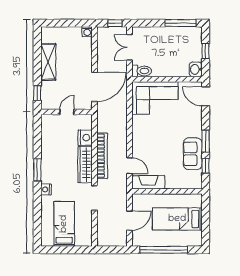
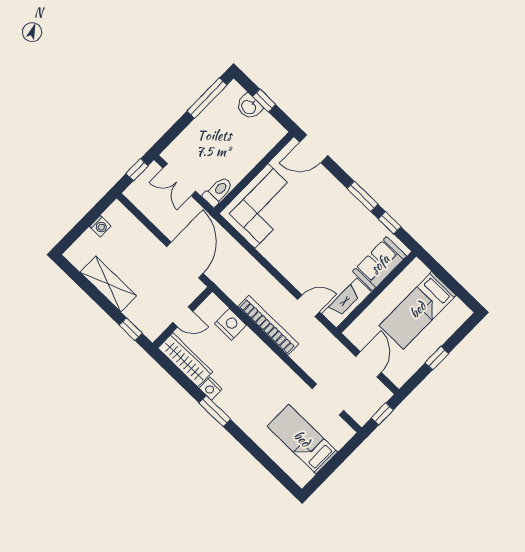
washing machine: (87, 32) -> (100, 226), moved
washbasin: (196, 69) -> (249, 107), moved
door: (67, 112) -> (183, 317), swing flipped
sofa: (193, 154) -> (380, 264), moved, turned 90
wardrobe: (85, 165) -> (185, 360), moved, turned 180
nightstand: (46, 189) -> (211, 389), moved
doorway: (95, 198) -> (328, 400), moved
window: (113, 250) -> (382, 414), added
window: (164, 250) -> (437, 358), width x0.32

